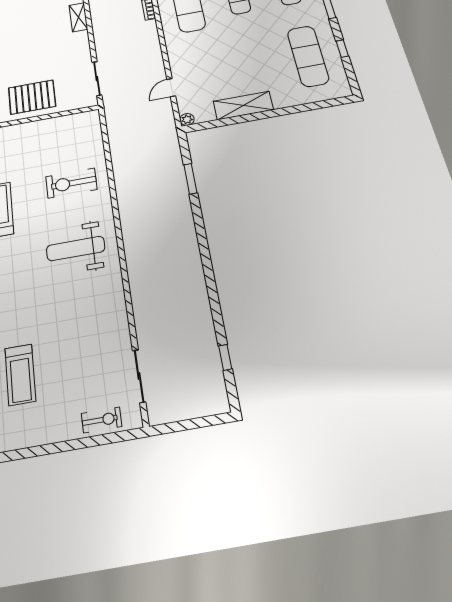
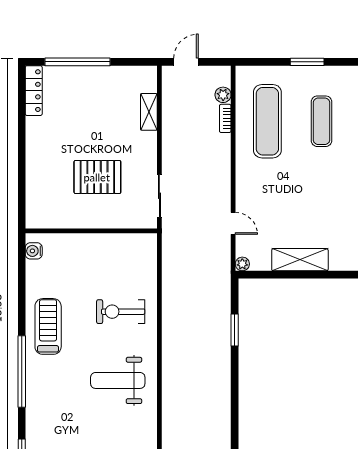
door: (171, 88) -> (233, 223), swing flipped
pallet: (32, 97) -> (97, 177), moved

